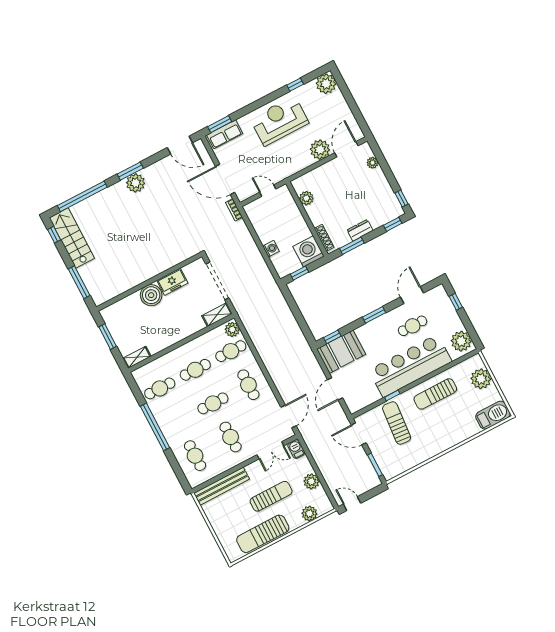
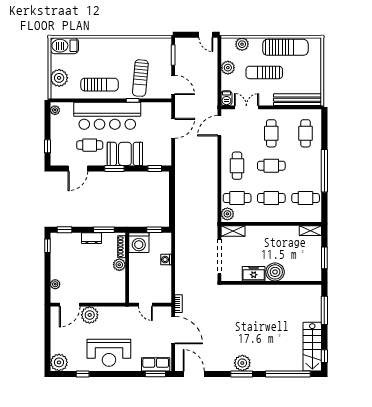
plant: (306, 198) -> (119, 265), moved
plant: (461, 341) -> (55, 110), width x0.53, depth x0.53
booth: (341, 352) -> (125, 154), moved

